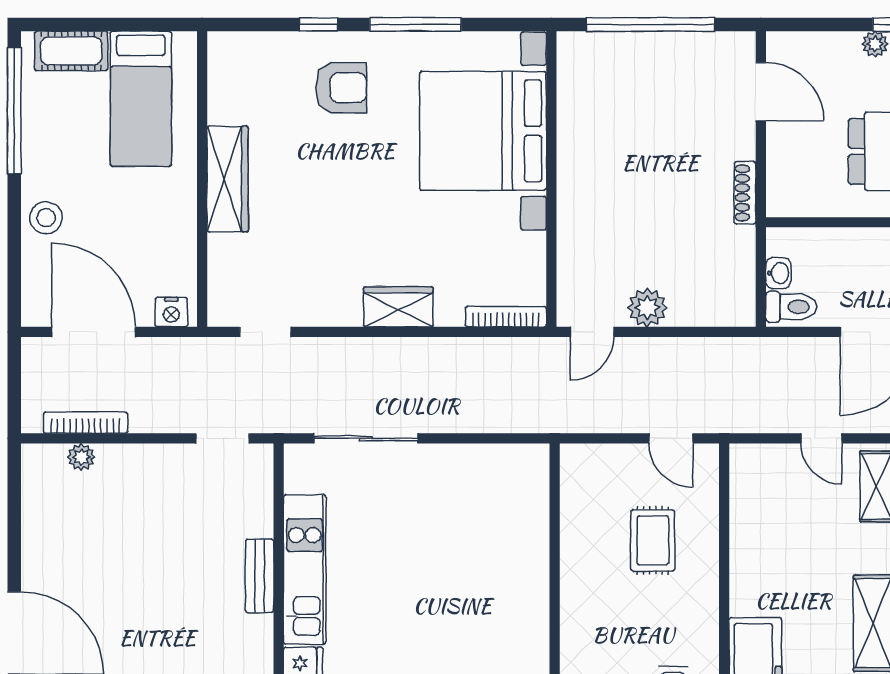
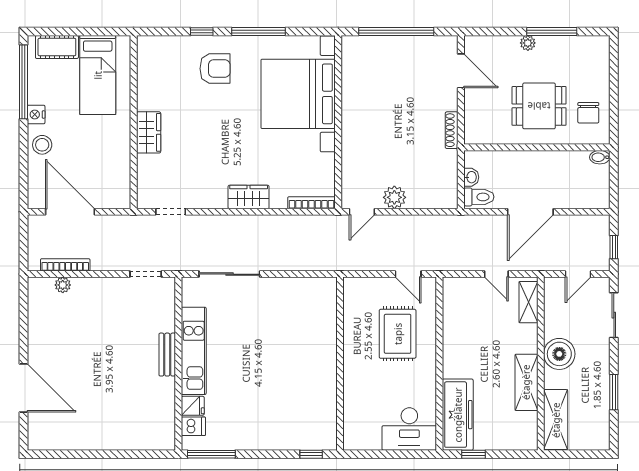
wardrobe: (228, 179) -> (149, 132), width x0.67
nightstand: (171, 312) -> (36, 114), moved, turned 90
rug: (653, 540) -> (398, 334), width x1.36, depth x1.43

